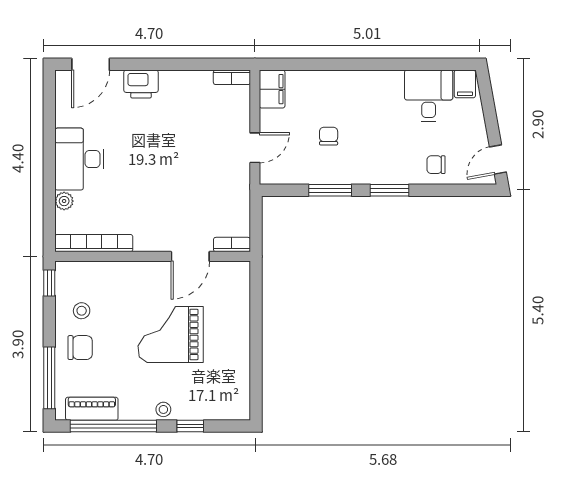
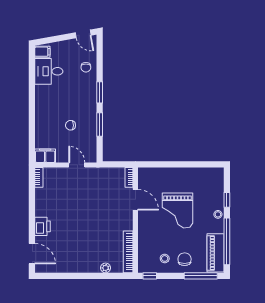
desk: (79, 159) -> (83, 260), removed
piano: (92, 409) -> (215, 253), width x1.37, depth x1.33

